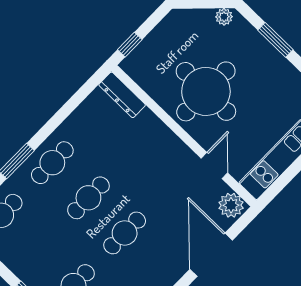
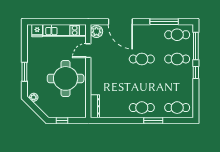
window: (130, 45) -> (62, 121), moved
cafe table: (88, 198) -> (142, 83), removed
door: (211, 255) -> (120, 22), hinge flipped

